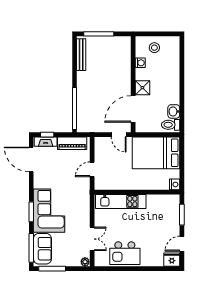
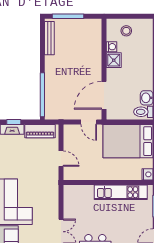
shower: (142, 88) -> (114, 60), moved
door: (92, 169) -> (61, 159), swing flipped
kitchen unit: (121, 201) -> (121, 192), moved

